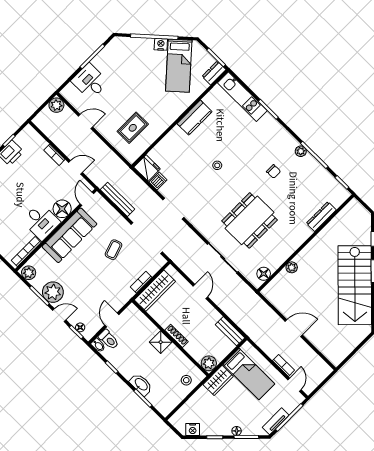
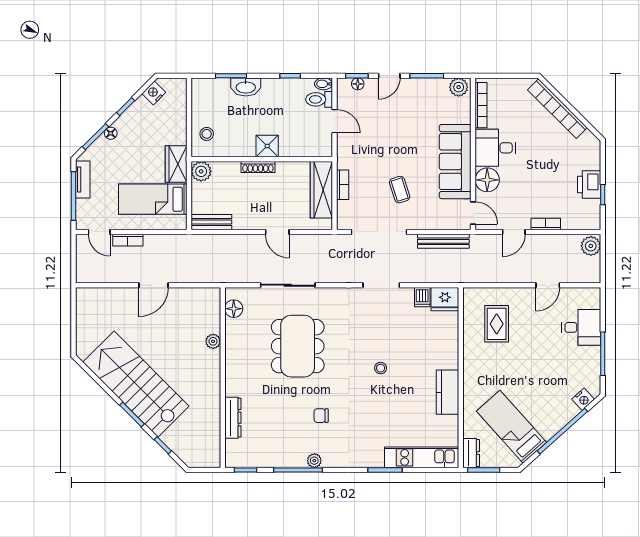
nightstand: (161, 44) -> (583, 399), moved
plant: (56, 105) -> (591, 246), moved
plant: (53, 292) -> (417, 92), removed

